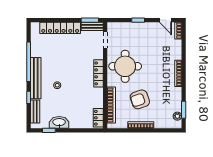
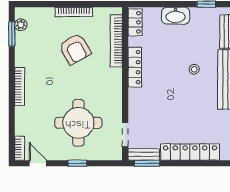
round table: (125, 66) -> (78, 123), moved
locker: (98, 73) -> (135, 67), moved
armchair: (140, 99) -> (75, 49), turned 80
washbasin: (59, 122) -> (176, 16), moved

